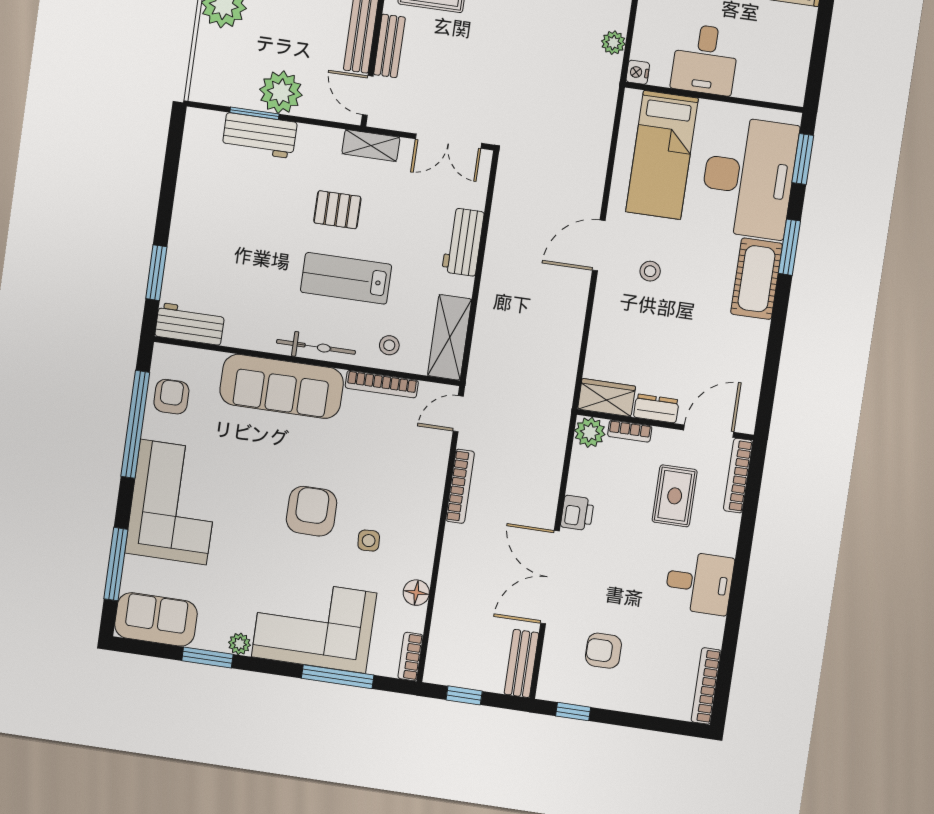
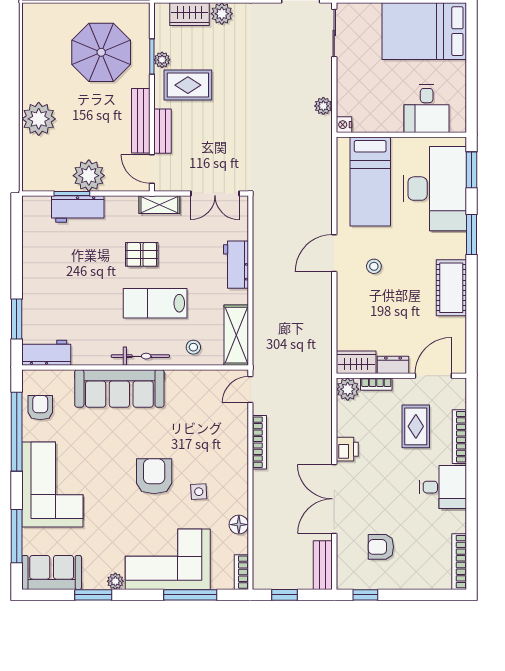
desk: (705, 59) -> (427, 109), moved
cot: (756, 279) -> (451, 288), moved
bookcase: (382, 384) -> (192, 376), removed
bookcase: (738, 476) -> (459, 437), moved

